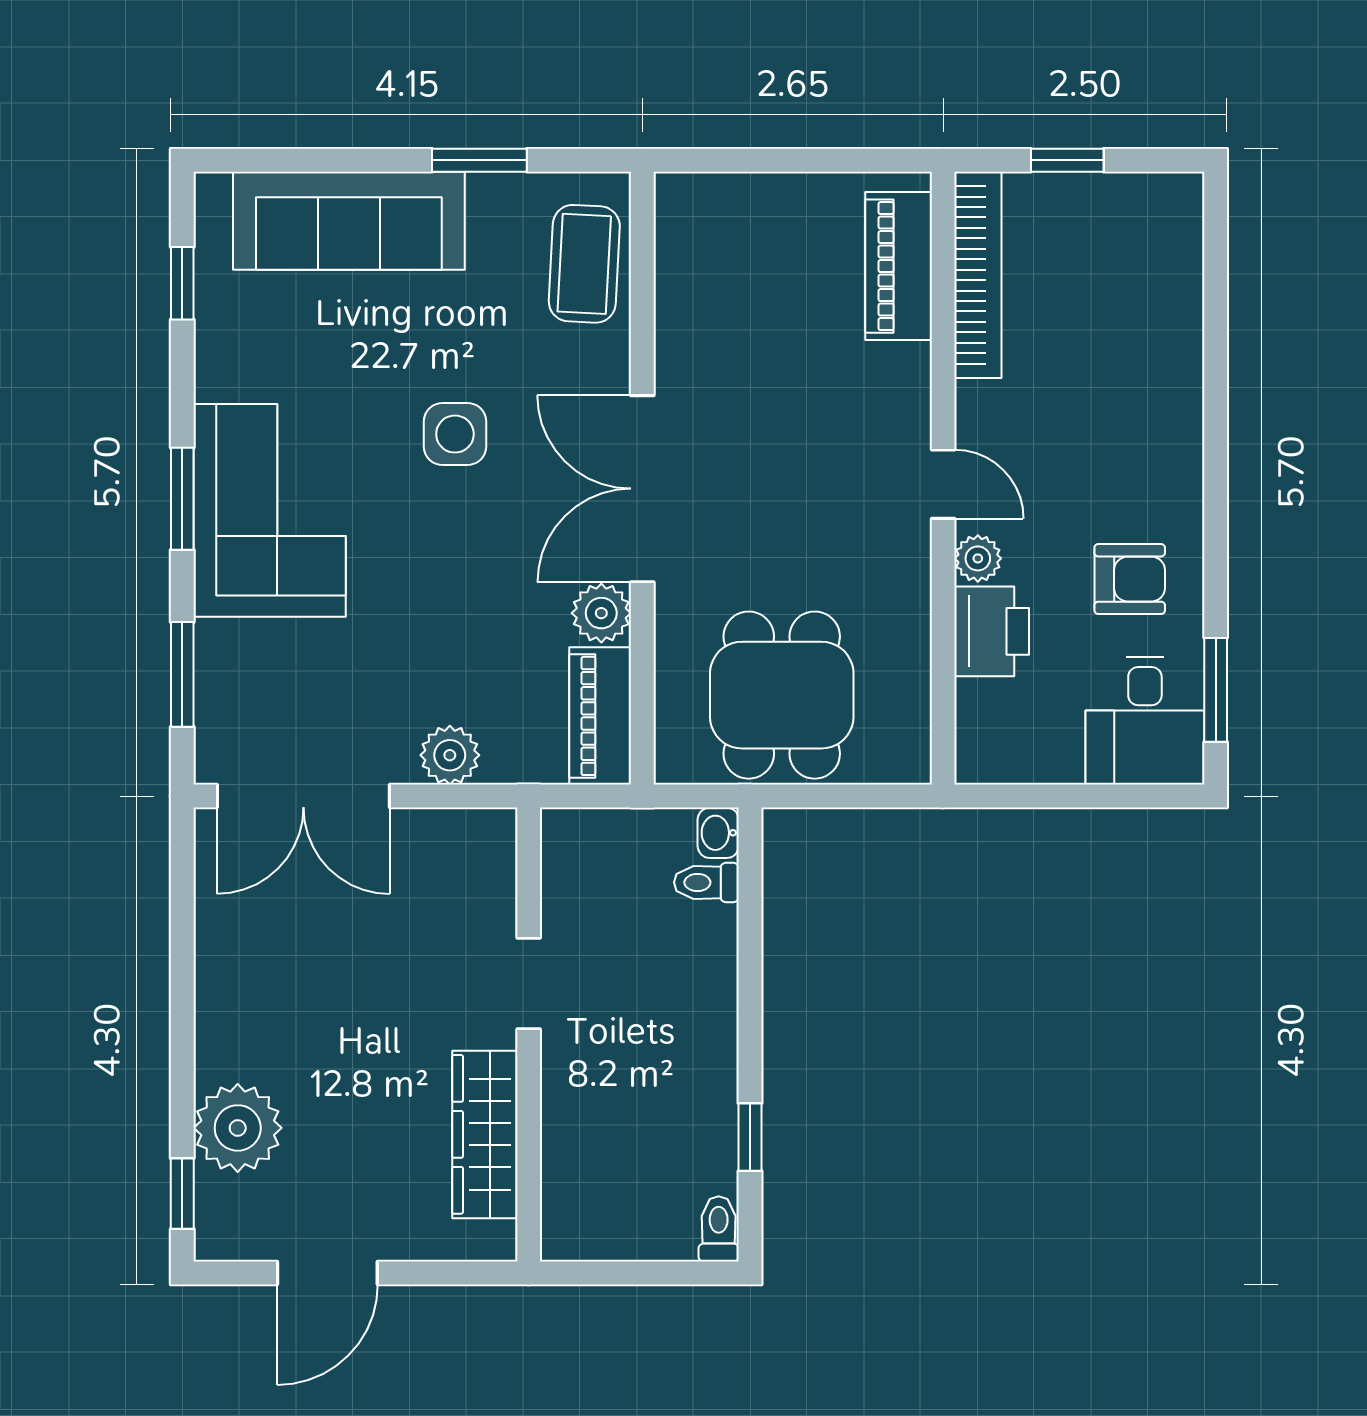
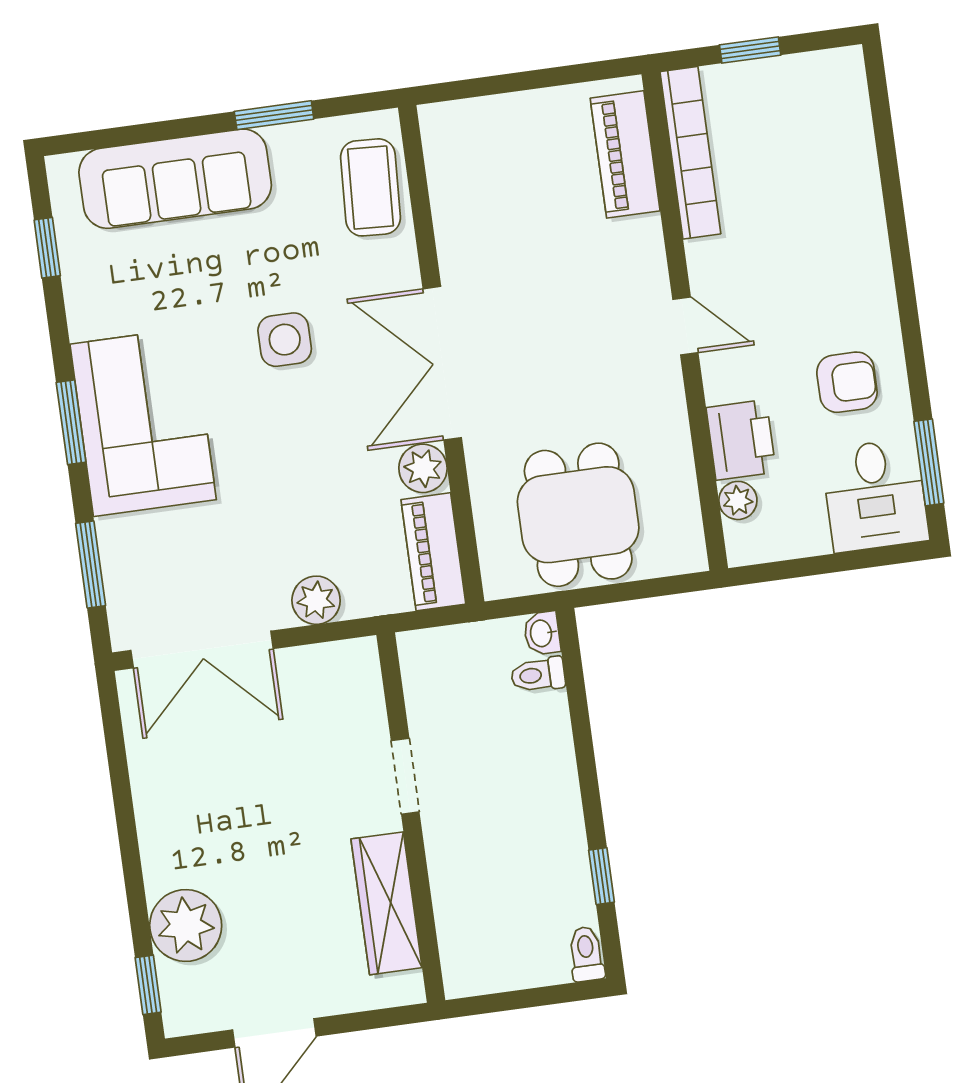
plant: (978, 558) -> (738, 500), moved

